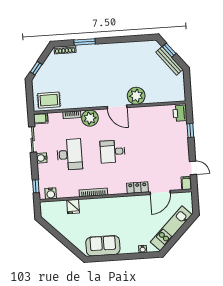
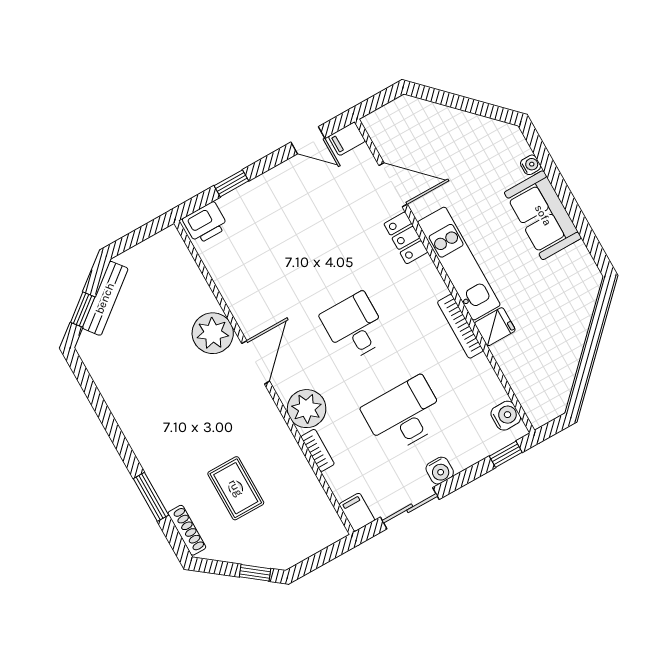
rug: (49, 100) -> (236, 488), moved
desk: (113, 152) -> (354, 327), turned 180
door: (193, 168) -> (308, 140), swing flipped
fridge: (73, 207) -> (495, 327), moved
kitchen unit: (171, 228) -> (459, 264), moved, turned -135
sofa: (103, 246) -> (543, 215), moved

